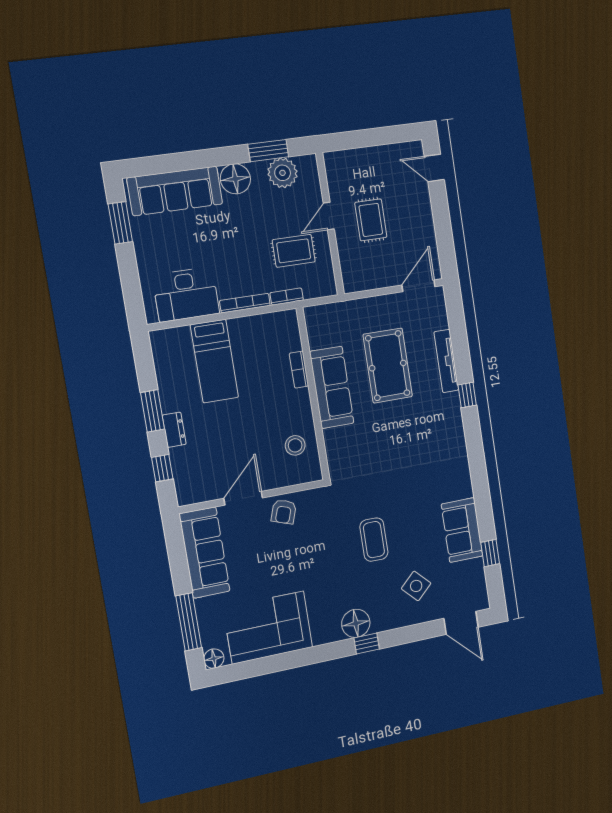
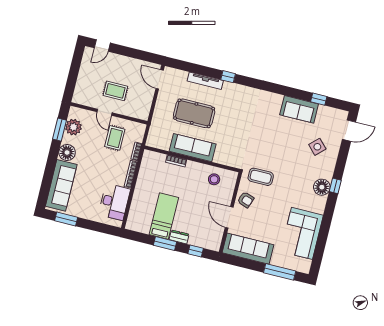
bed: (214, 361) -> (164, 216), moved, turned -90
coffee table: (374, 540) -> (261, 177), moved
floor lamp: (214, 659) -> (305, 268), removed

